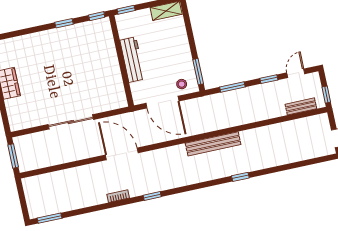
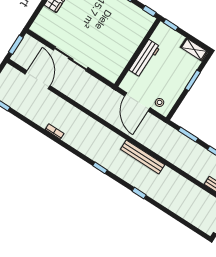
window: (198, 72) -> (193, 80), moved
door: (122, 154) -> (38, 80), moved
window: (152, 196) -> (100, 168), moved

